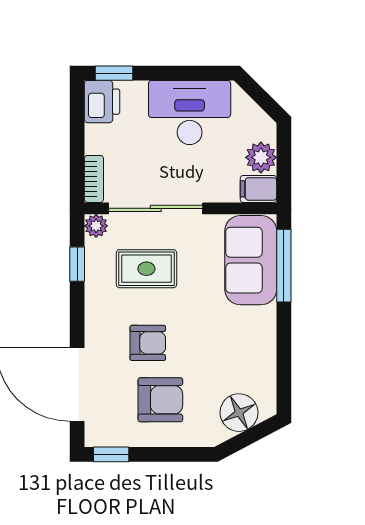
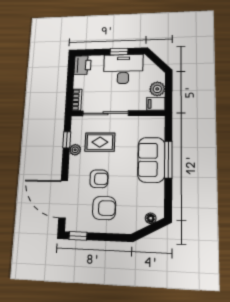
window: (114, 73) -> (119, 52), moved
plant: (96, 226) -> (75, 150), moved
sofa: (251, 260) -> (151, 160), moved
window: (284, 266) -> (168, 159), moved
floor lamp: (239, 413) -> (151, 218), width x0.53, depth x0.53

